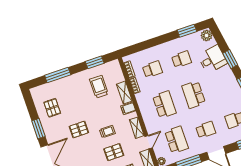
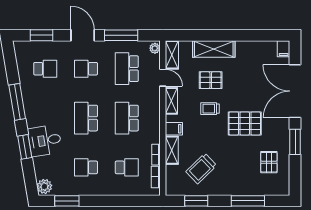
desk: (213, 59) -> (45, 141), moved
school desk: (152, 69) -> (127, 167), turned 180
trolley: (99, 87) -> (201, 168), turned 46
school desk: (194, 95) -> (86, 118), turned 180
pallet: (79, 129) -> (245, 123), width x1.50, depth x1.42
door: (149, 142) -> (163, 78), swing flipped

